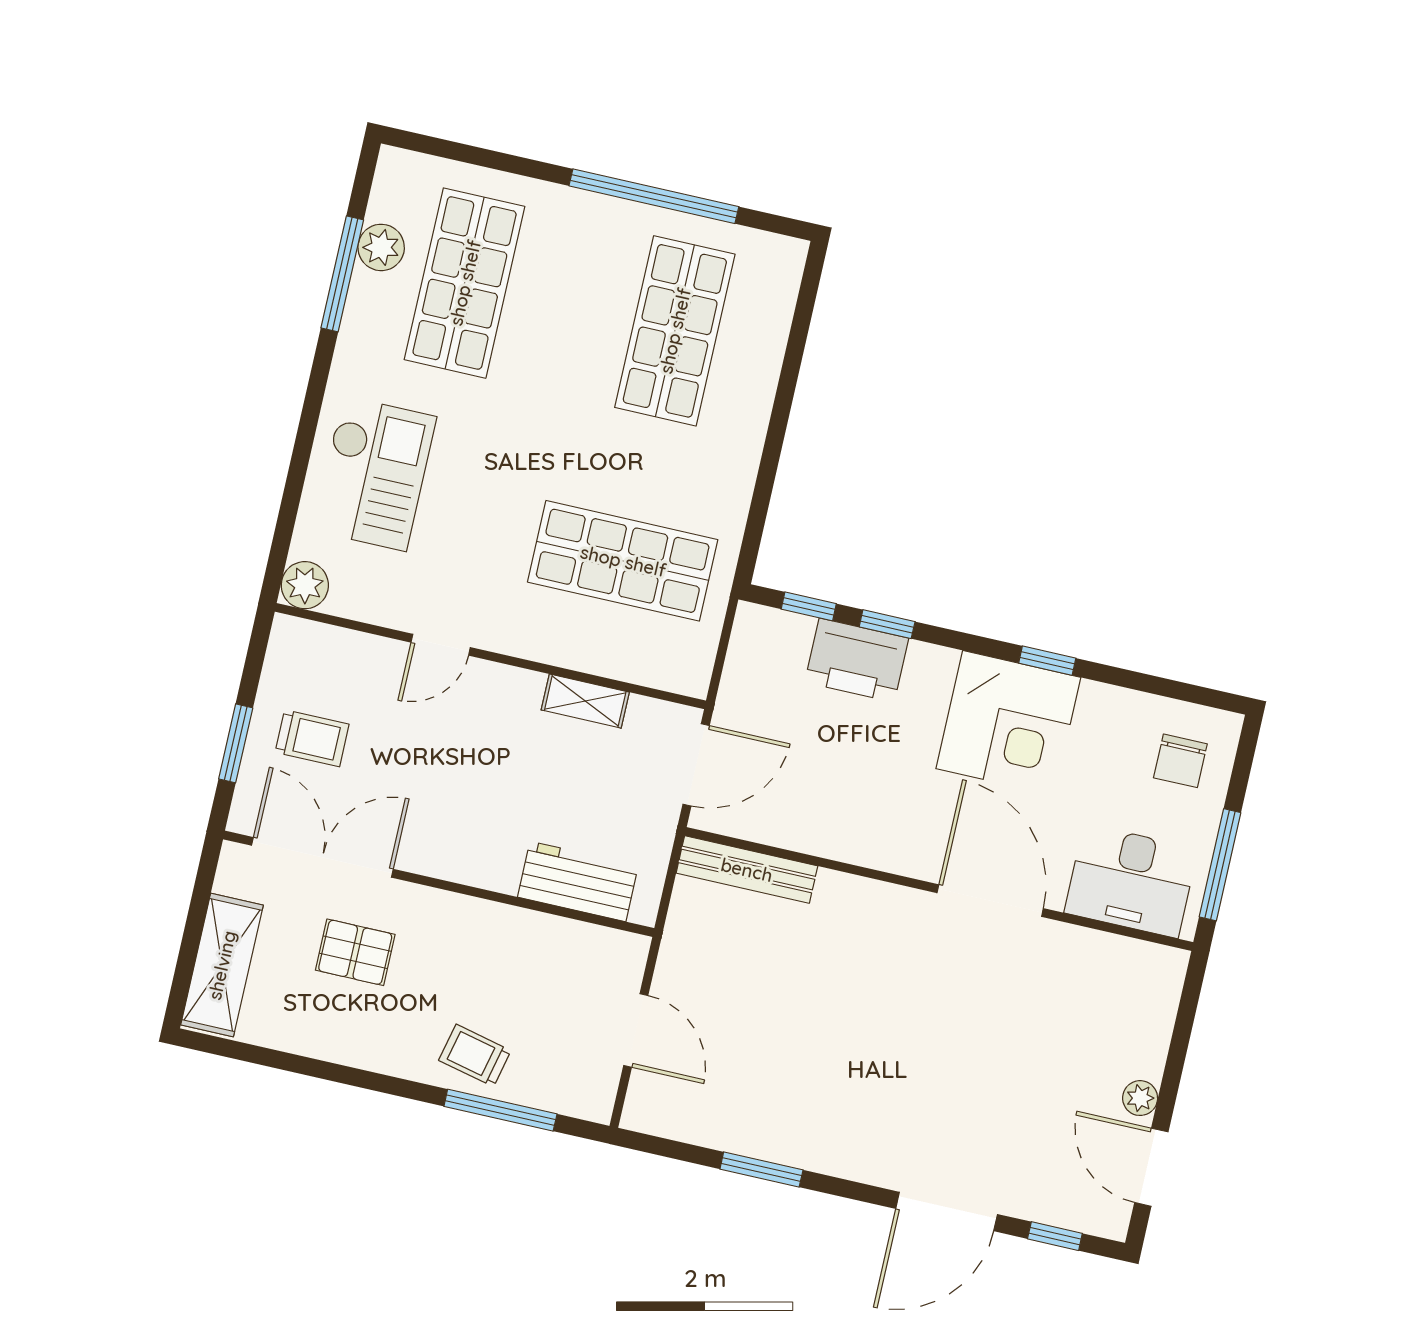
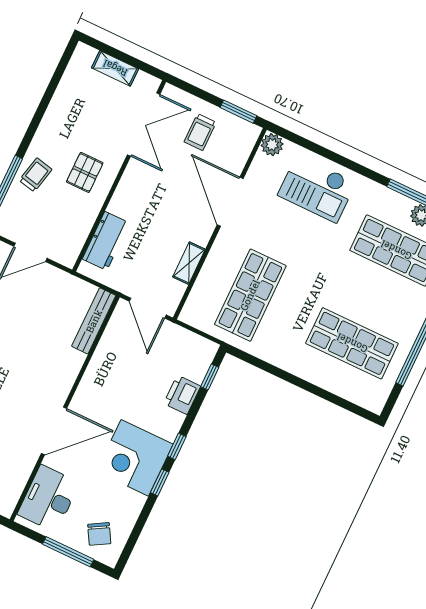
window: (887, 624) -> (177, 446), moved
door: (441, 645) -> (230, 202), width x1.88
printer: (857, 660) -> (182, 395), width x0.73, depth x0.84
window: (236, 743) -> (238, 112), moved
chair: (1180, 761) -> (99, 534), turned -120
window: (1220, 865) -> (68, 552), moved
pallet: (355, 952) -> (85, 172), moved
shelving: (222, 965) -> (115, 68), width x0.67, depth x0.75

